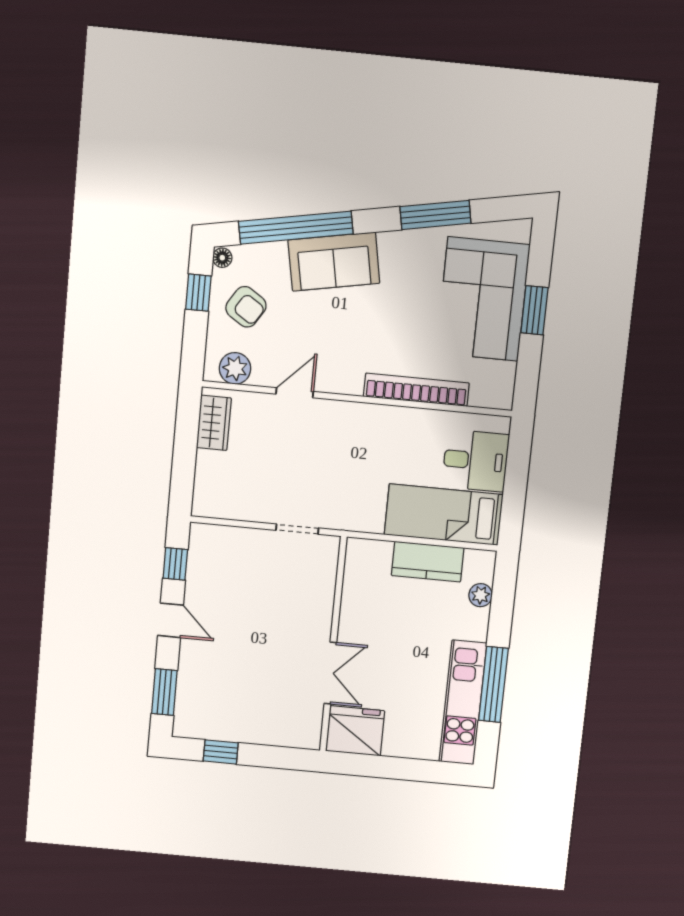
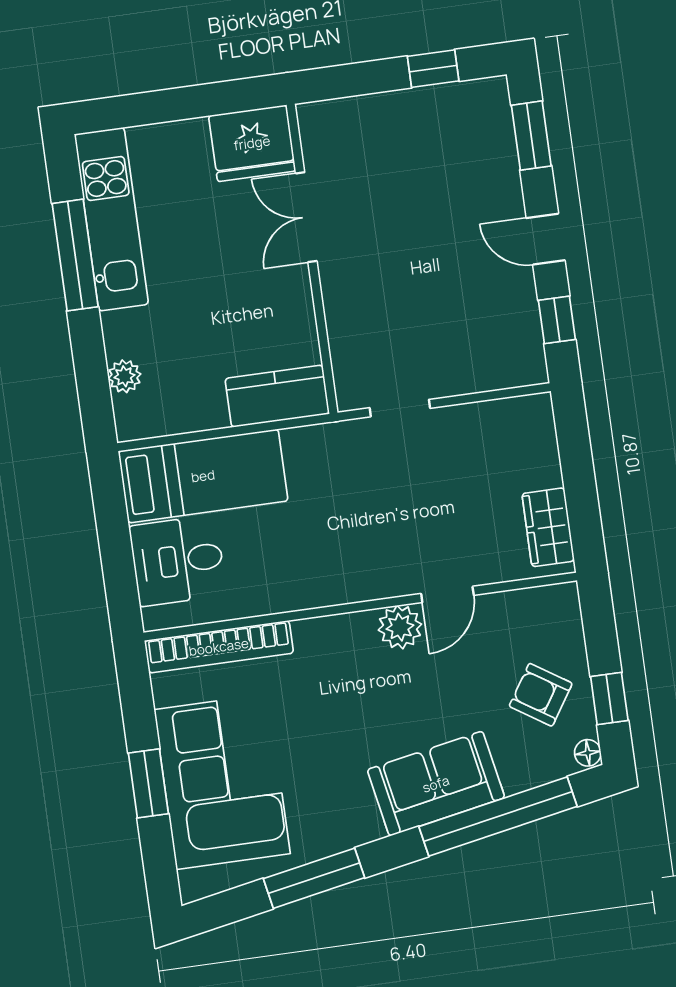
plant: (235, 368) -> (400, 627), moved
bookcase: (416, 390) -> (219, 647), moved
kitchen counter: (428, 562) -> (277, 396), moved

